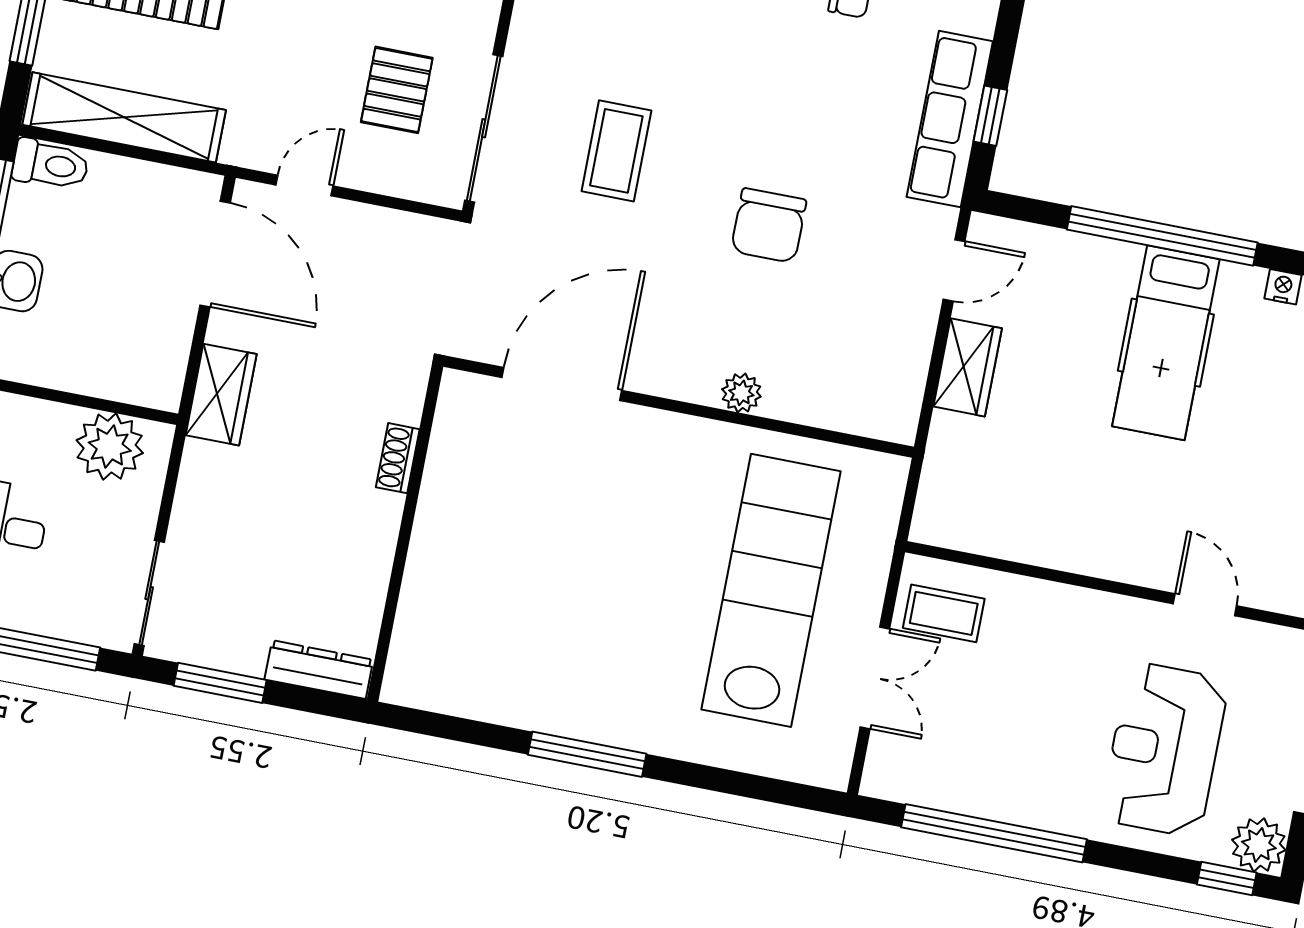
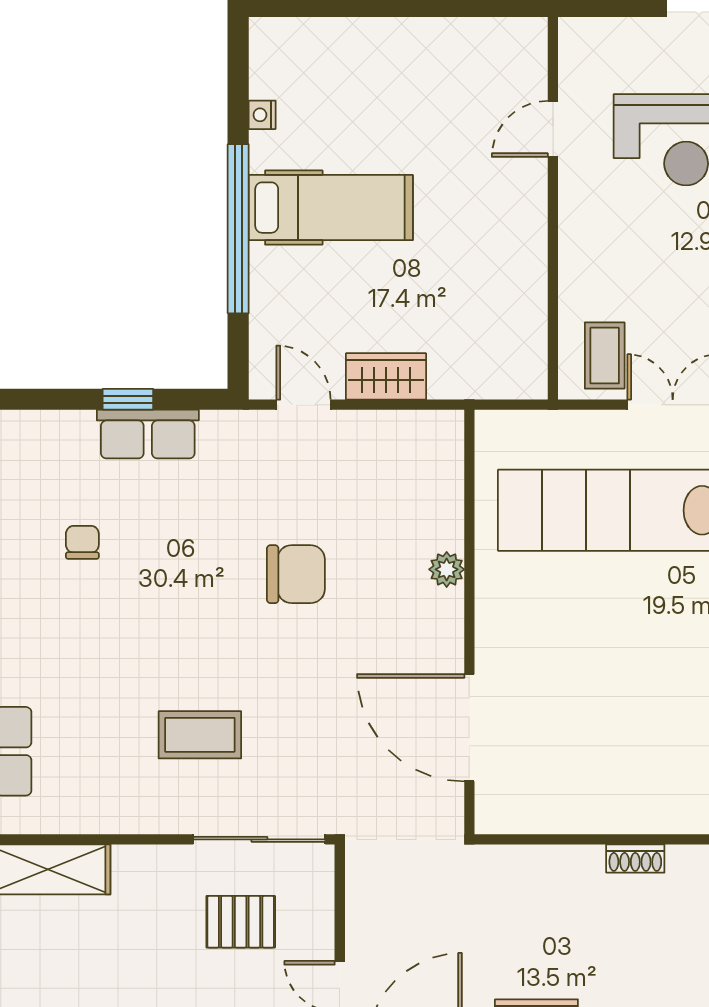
window: (990, 116) -> (128, 399), moved
row of seats: (950, 119) -> (148, 434), width x0.68
coffee table: (616, 151) -> (200, 735), moved
shoe rack: (398, 458) -> (635, 858), moved

